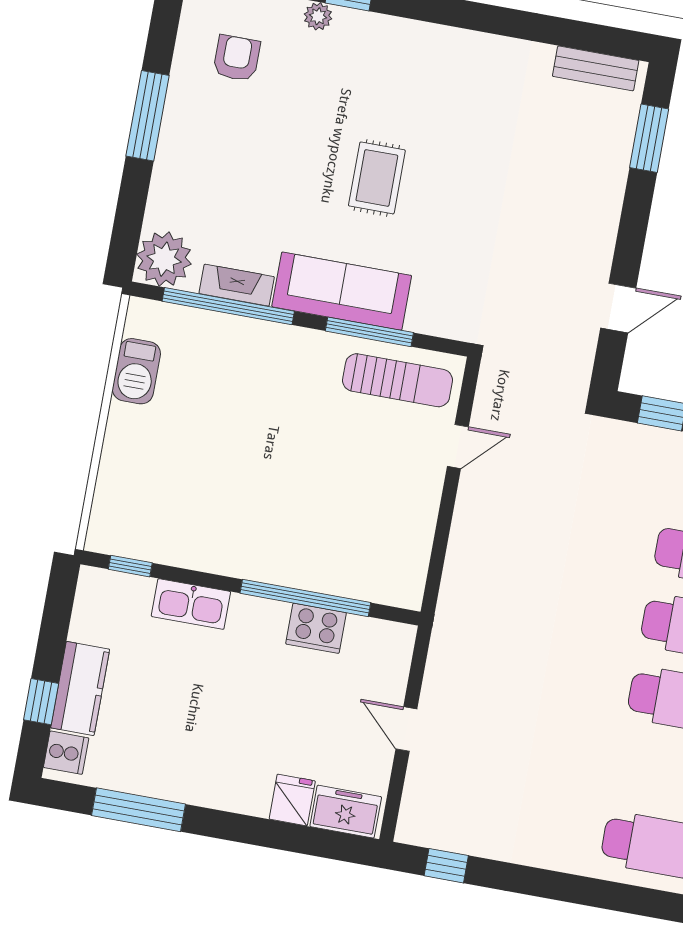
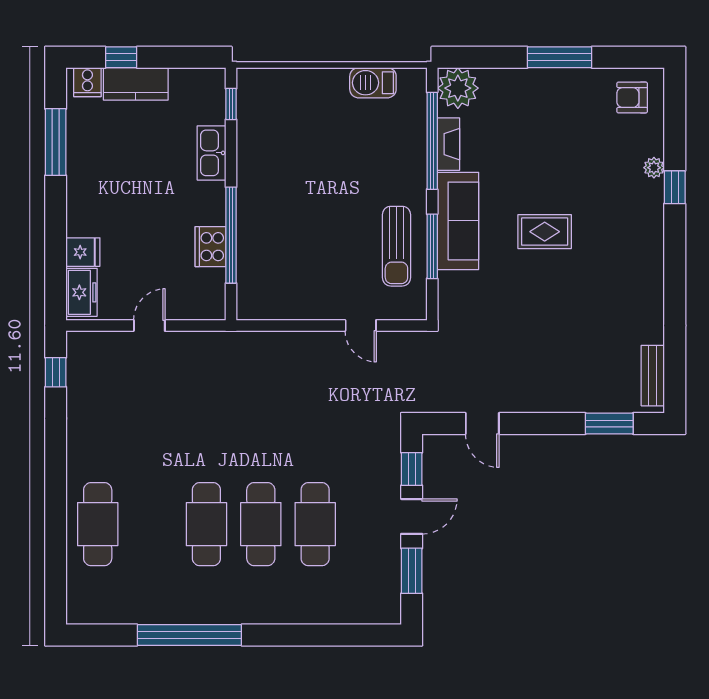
armchair: (237, 58) -> (632, 98), moved, turned 180
sun lounger: (398, 380) -> (396, 246), moved

